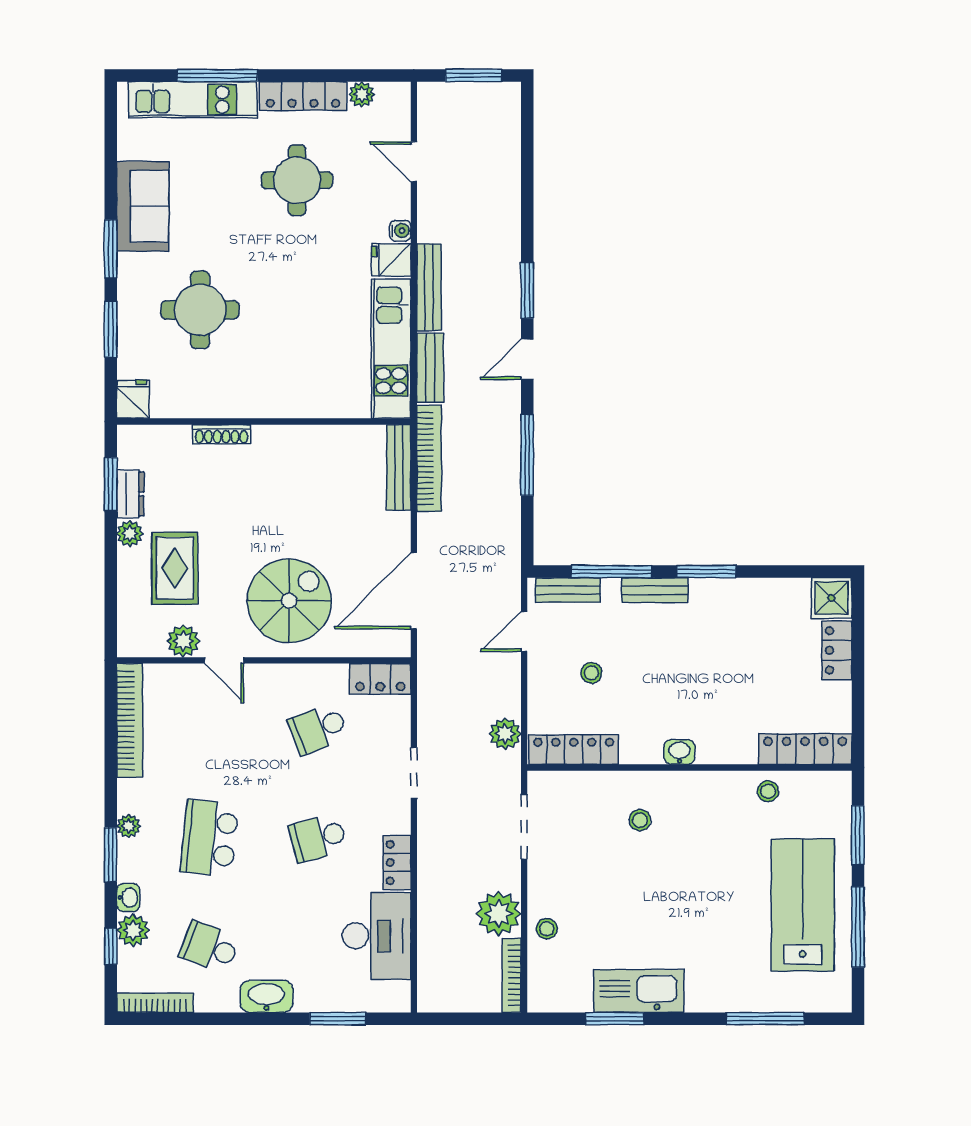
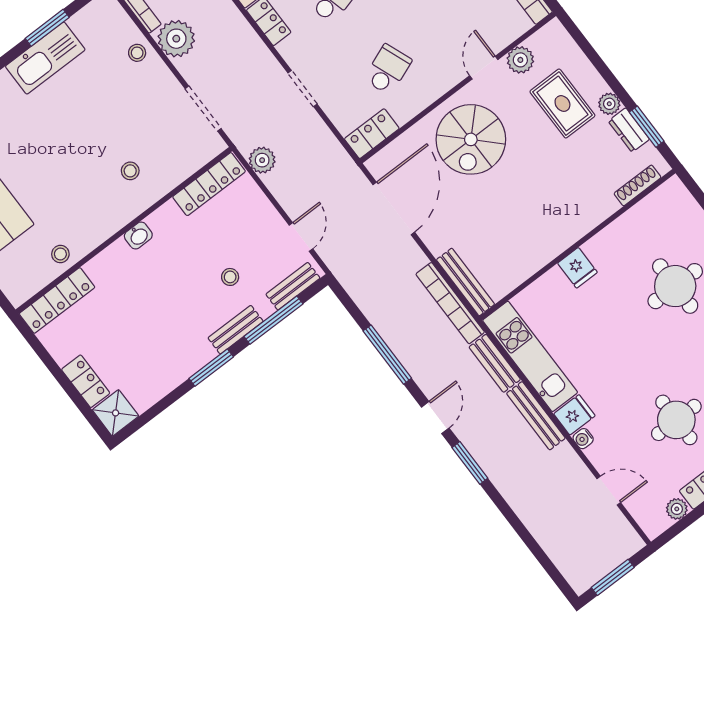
fridge: (133, 399) -> (577, 268), moved
shoe rack: (222, 434) -> (637, 185), moved
door: (224, 660) -> (484, 68), hinge flipped
stool: (591, 673) -> (230, 277), moved

